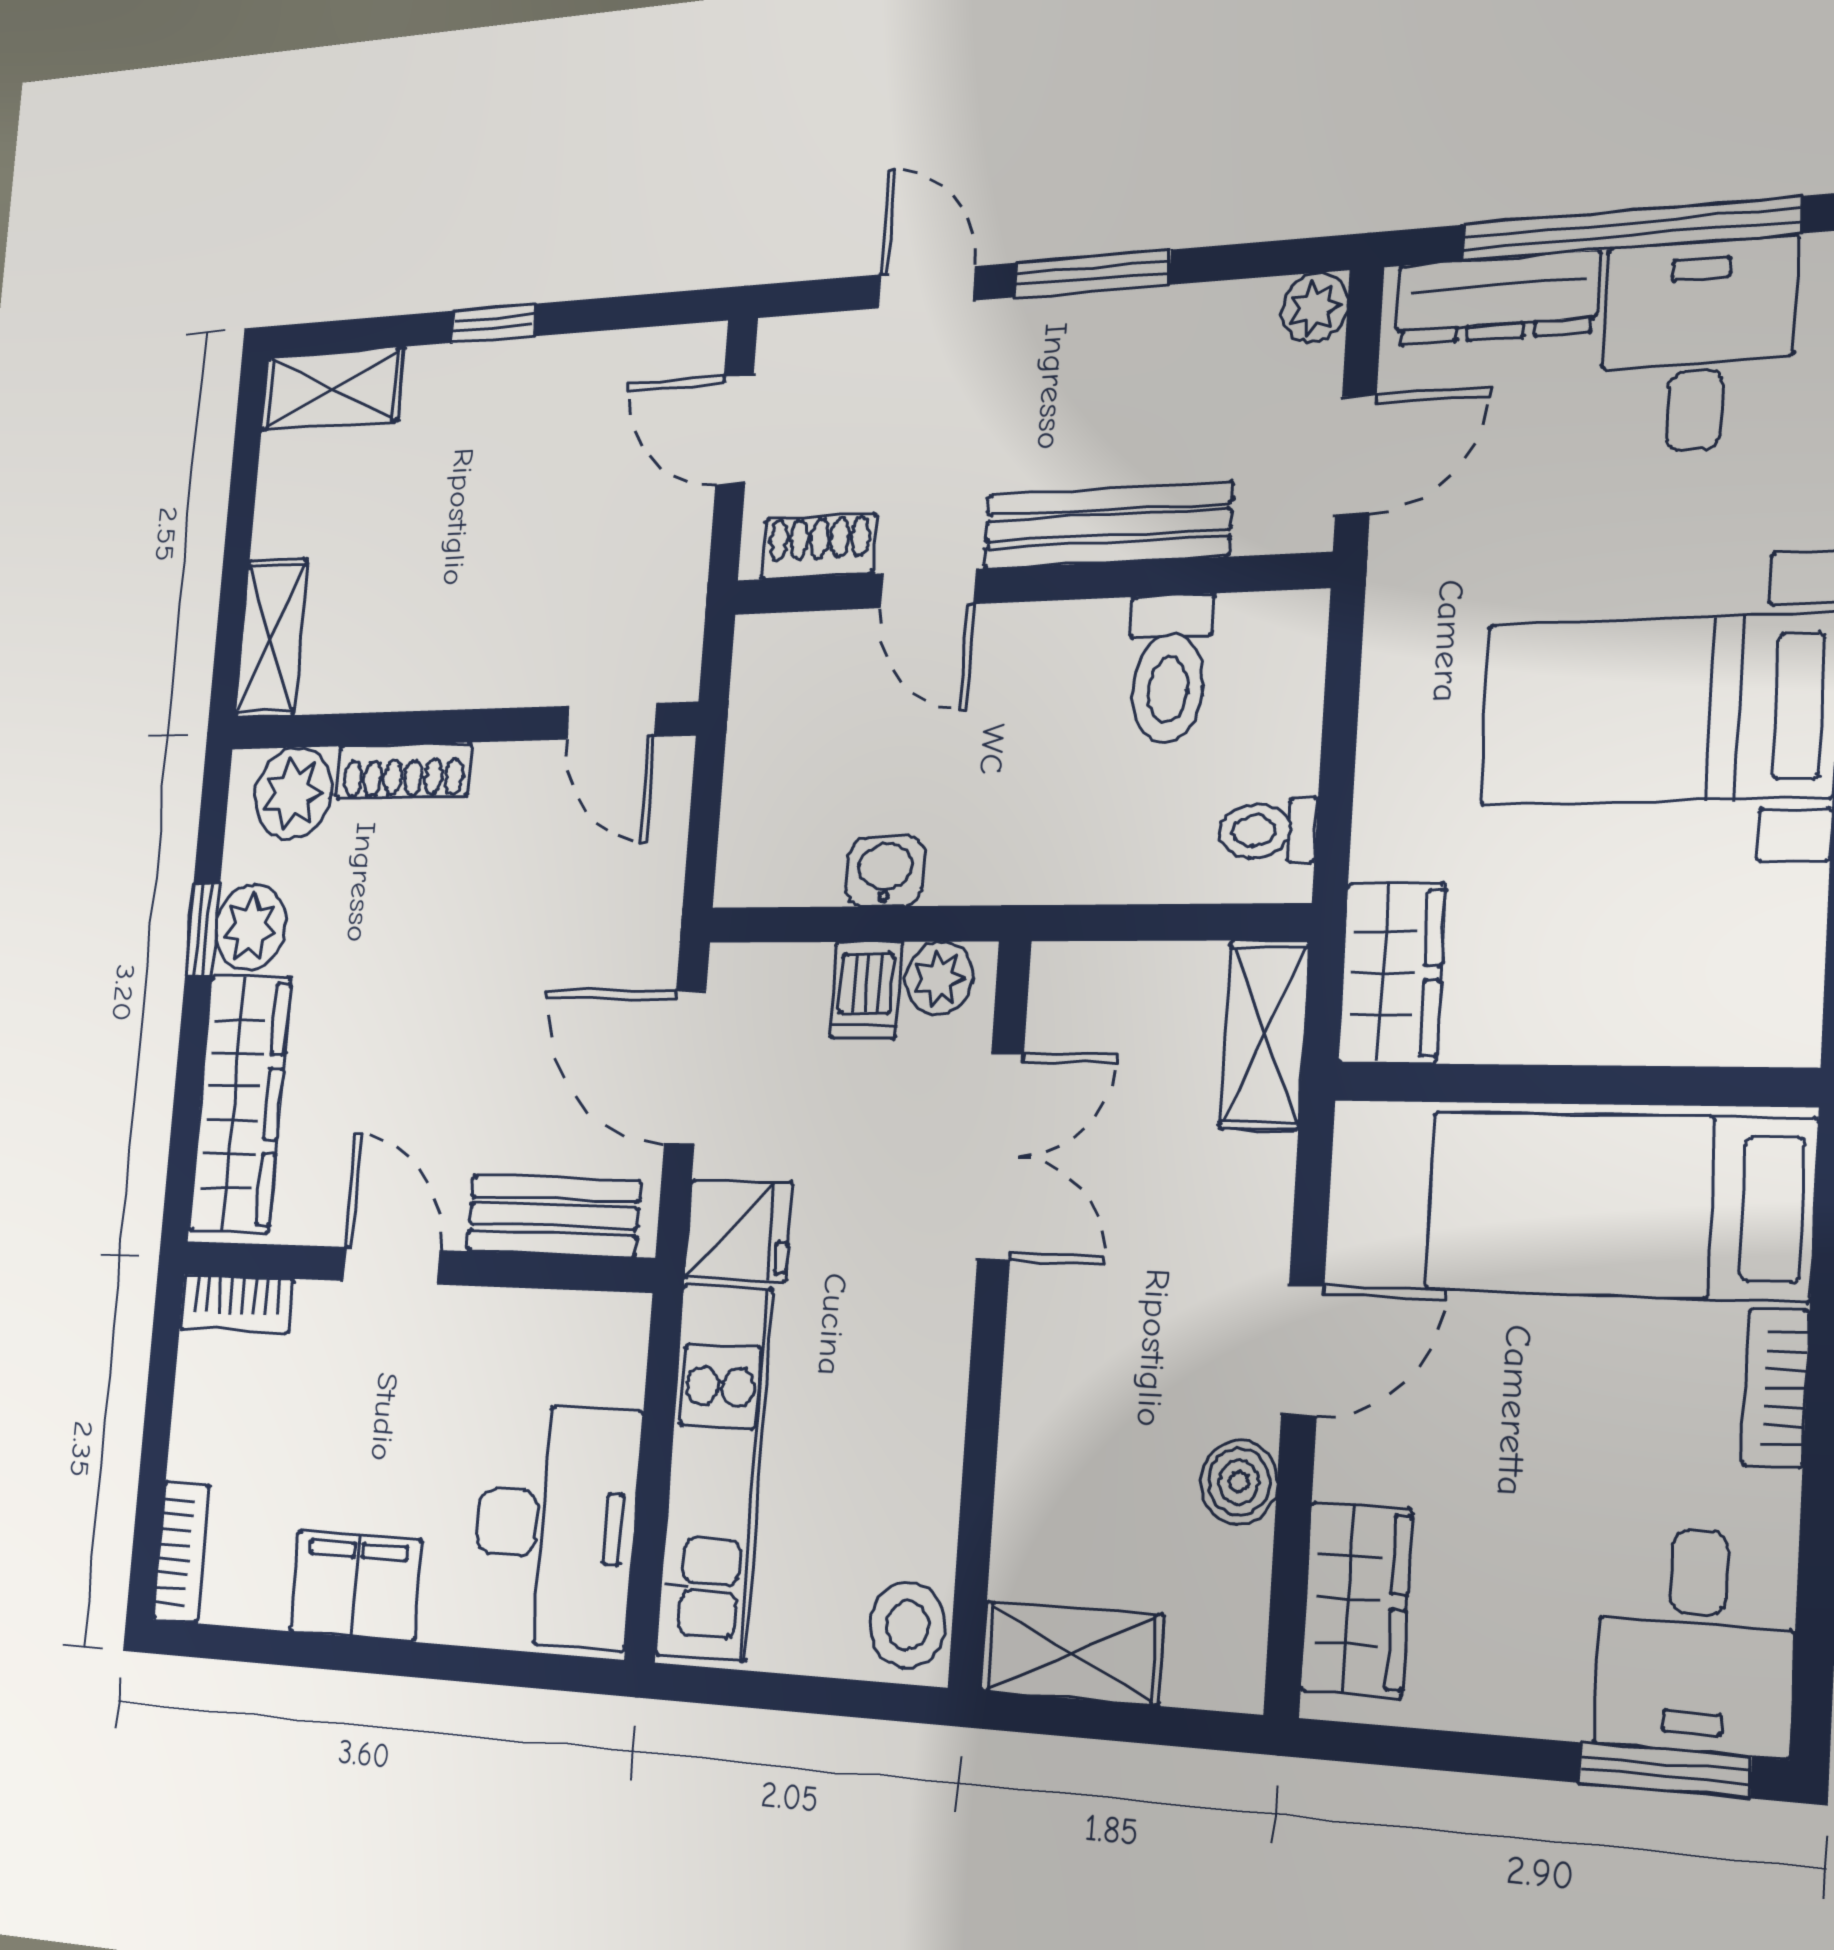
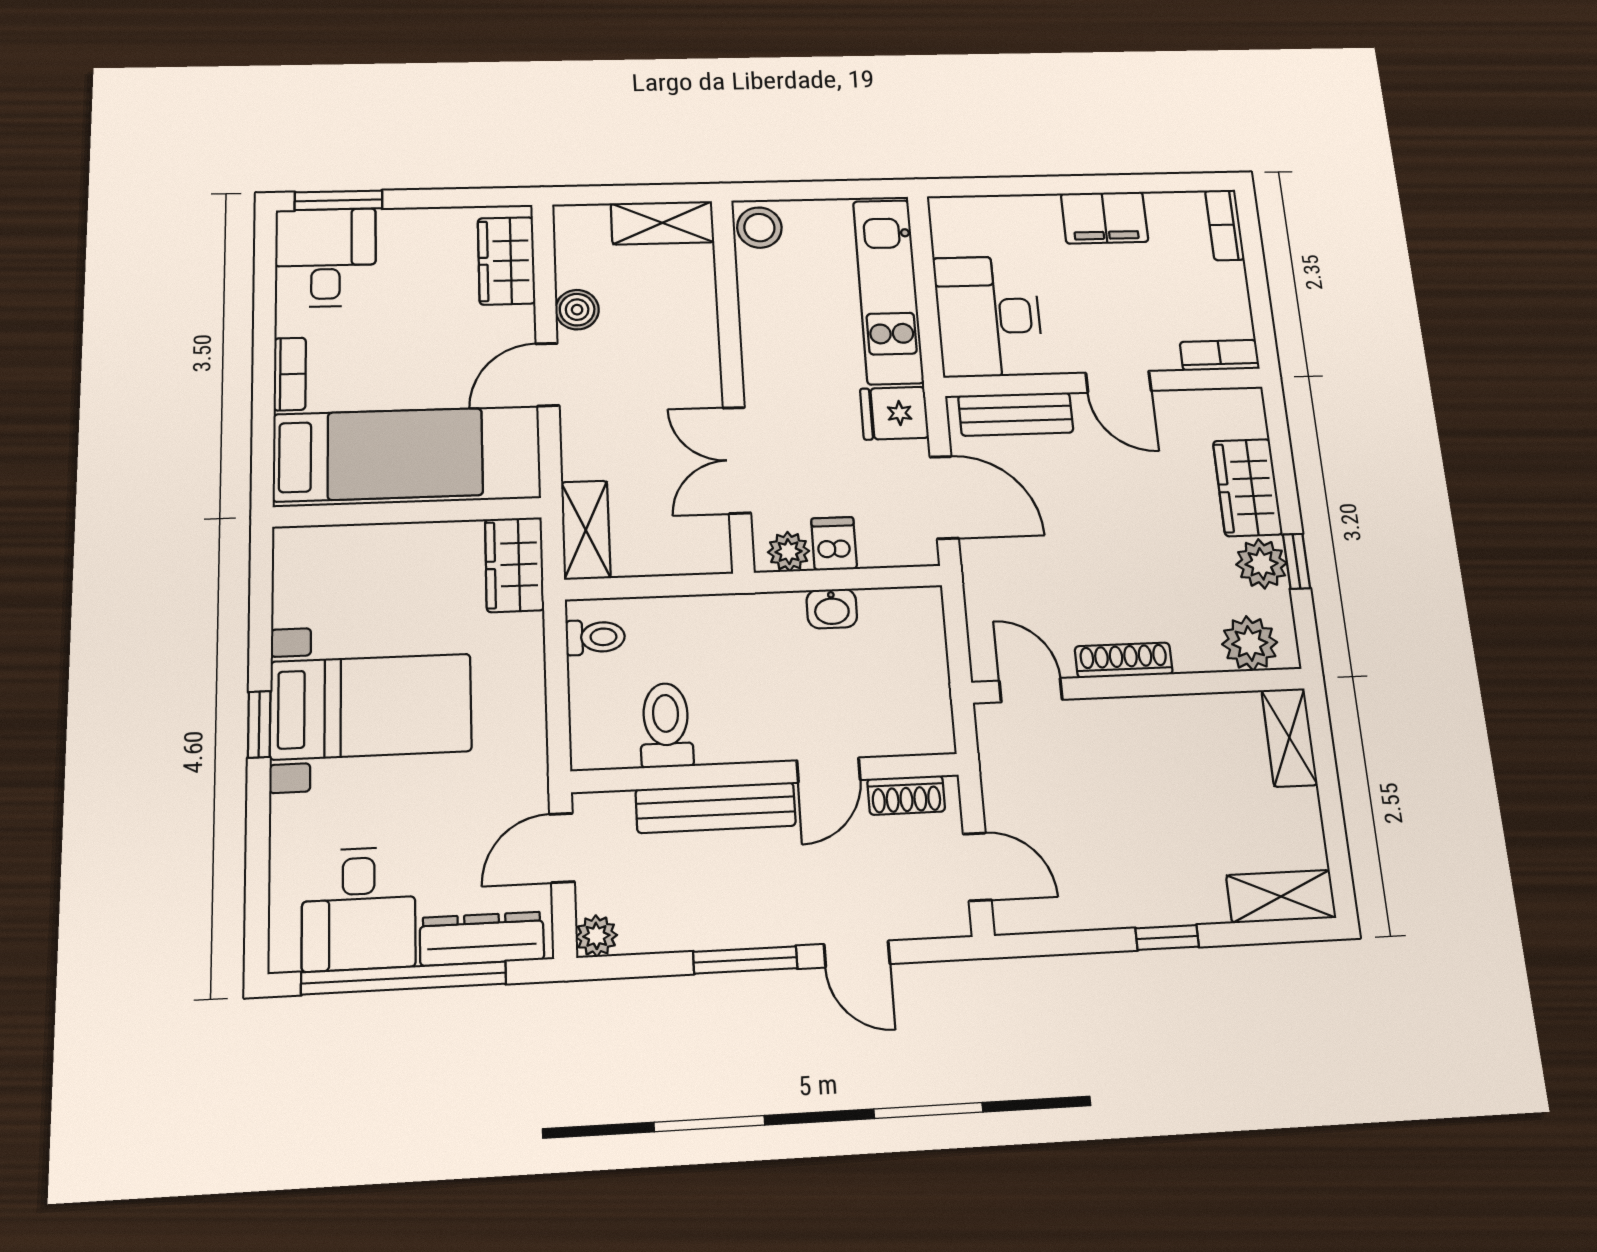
door: (928, 589) -> (829, 770), swing flipped
shoe rack: (404, 771) -> (1124, 660), moved
wardrobe: (240, 1104) -> (1248, 487), width x0.67
desk: (555, 1526) -> (988, 316), moved

